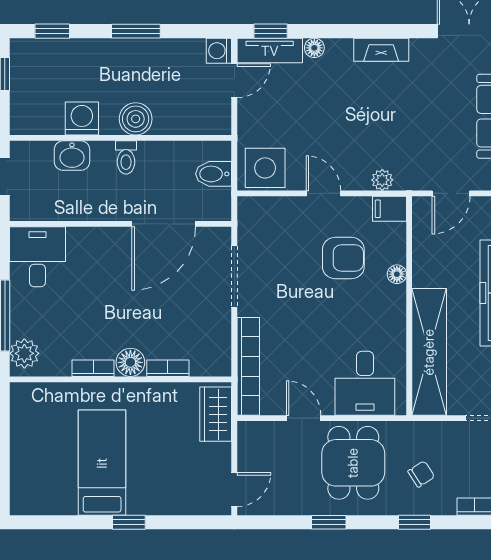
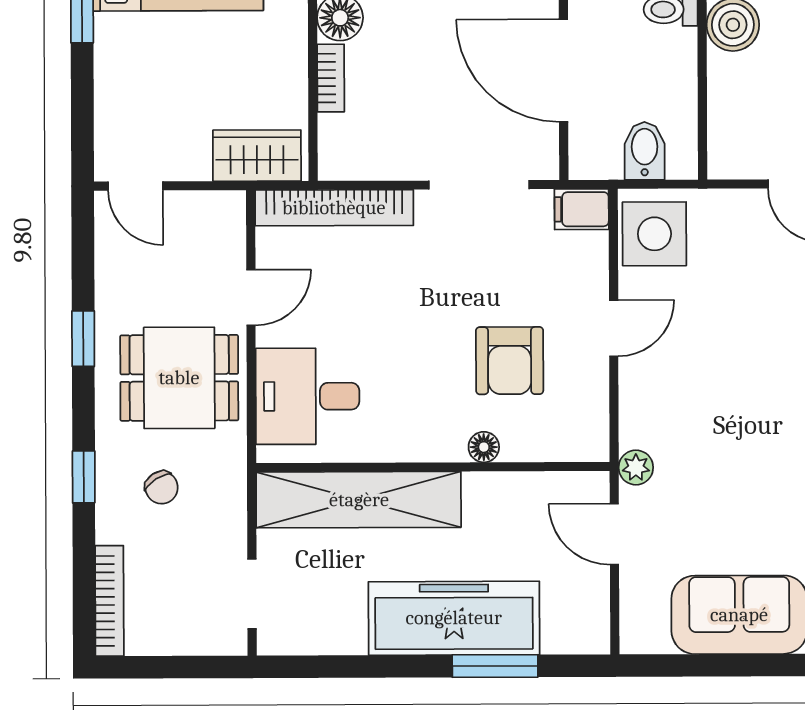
plant: (382, 180) -> (636, 468), moved
filing cabinet: (390, 209) -> (582, 209), moved, turned -90

